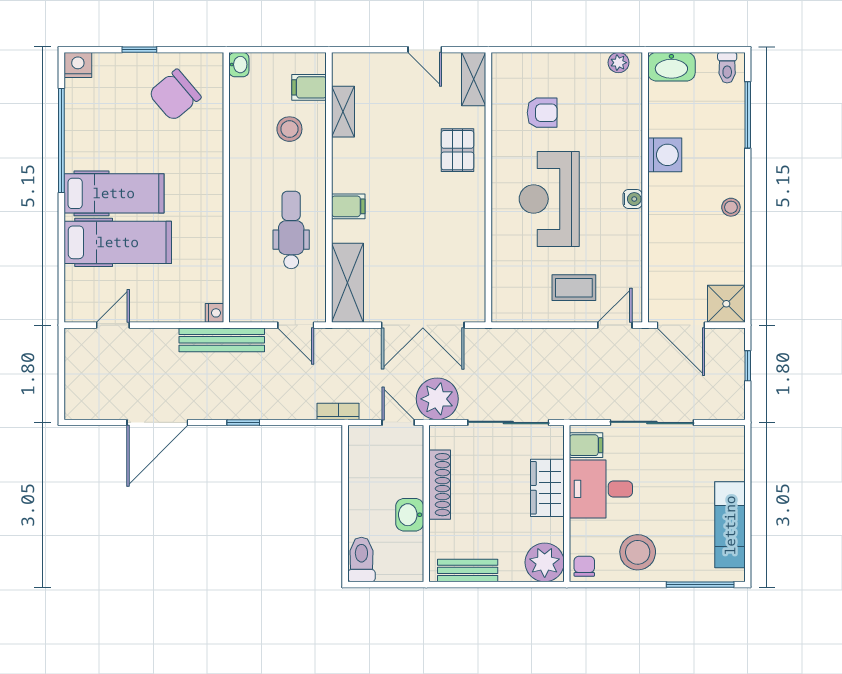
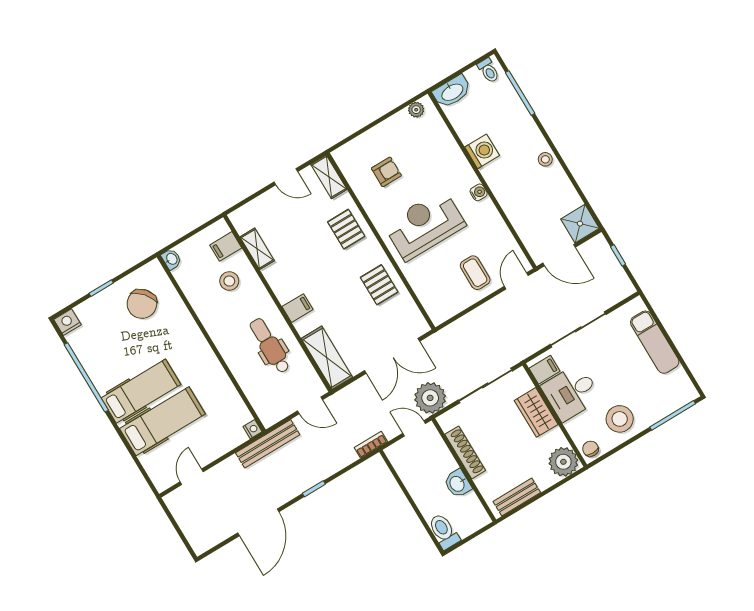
reception desk: (549, 199) -> (425, 225), turned 90
pallet: (457, 236) -> (379, 285), added
coffee table: (574, 288) -> (475, 273), turned 90
exam couch: (730, 525) -> (655, 342), moved

